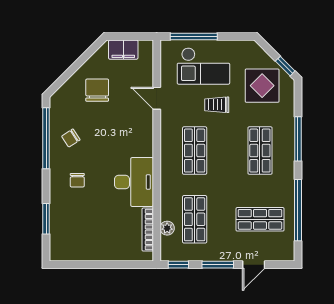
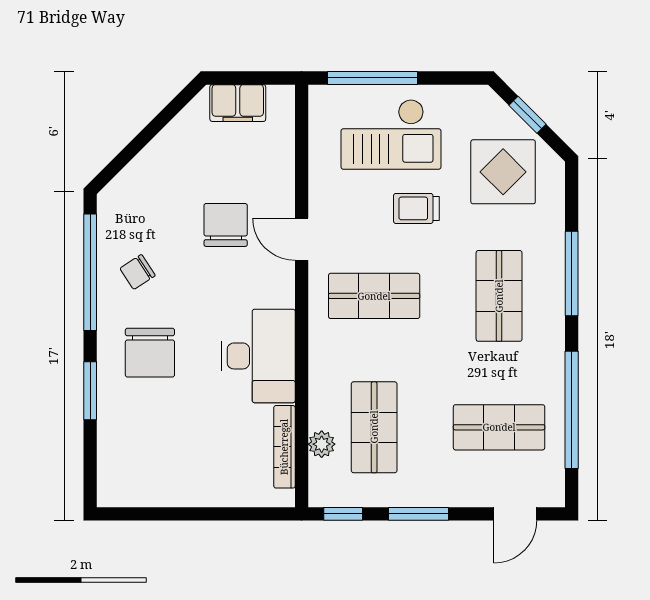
window: (285, 66) -> (528, 115), moved
chair: (97, 90) -> (226, 225), moved
door: (157, 98) -> (302, 239), moved
shop shelf: (195, 151) -> (374, 296), turned 90
chair: (77, 180) -> (150, 353), width x1.87, depth x1.87
window: (46, 219) -> (90, 391), moved
door: (254, 265) -> (515, 514), moved

